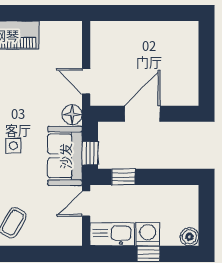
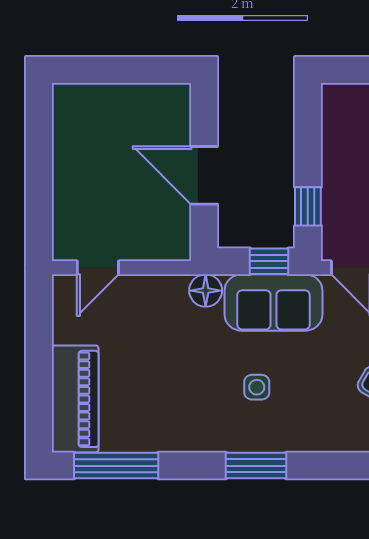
door: (86, 81) -> (98, 268), moved

